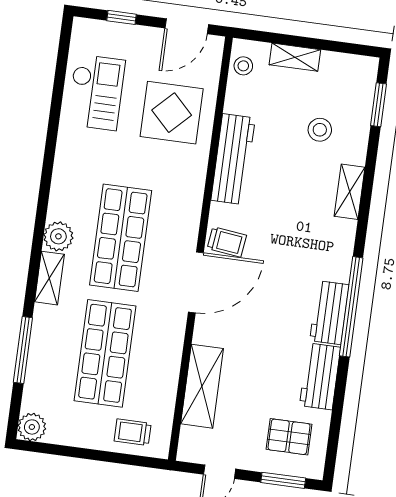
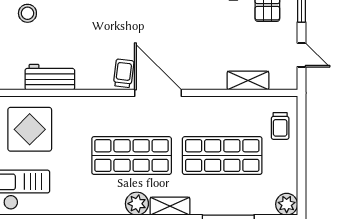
workbench: (233, 159) -> (50, 77), width x0.73
shelving: (202, 386) -> (248, 81), width x0.67, depth x0.75

